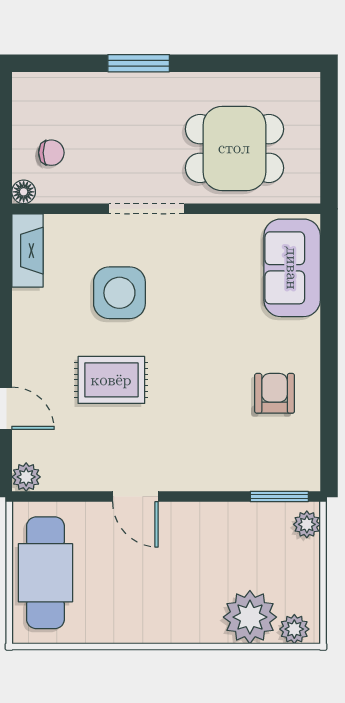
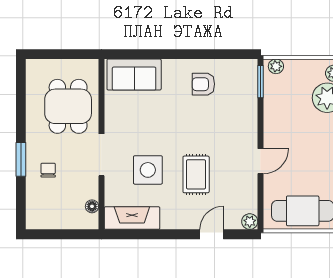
chair: (51, 153) -> (48, 170), moved
floor lamp: (24, 192) -> (92, 206), moved
fireplace: (27, 251) -> (132, 218), width x1.37, depth x1.32

